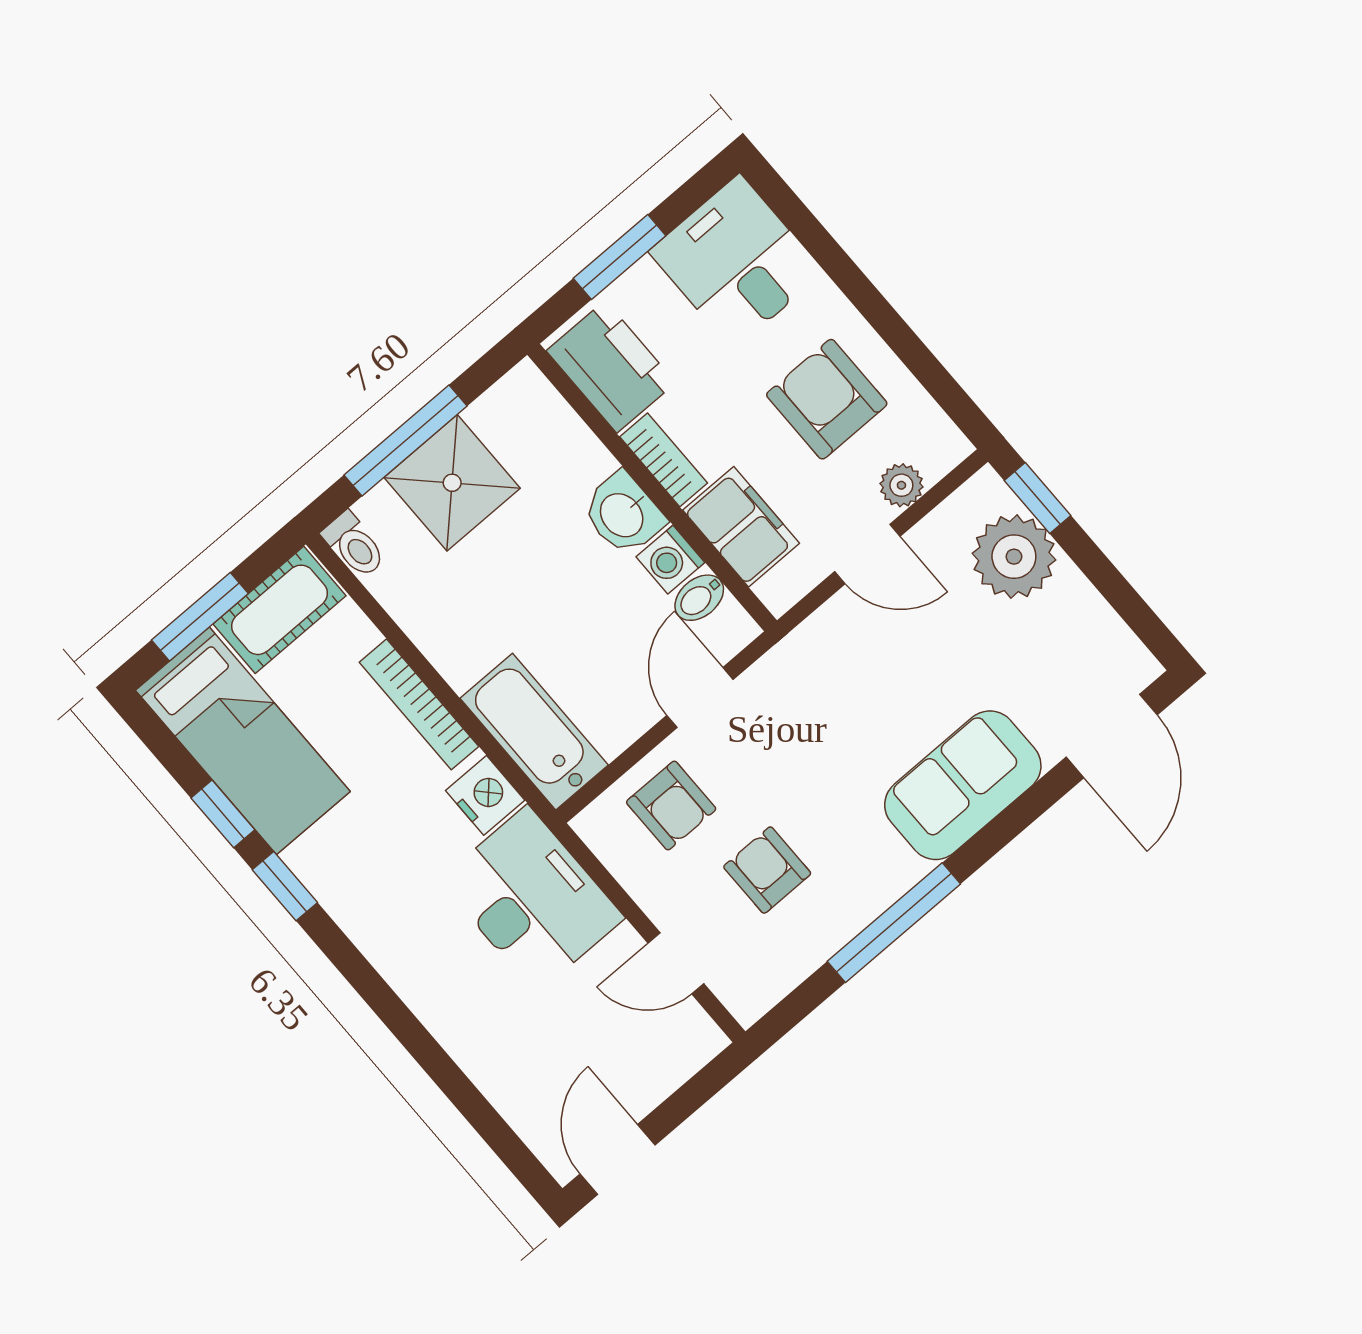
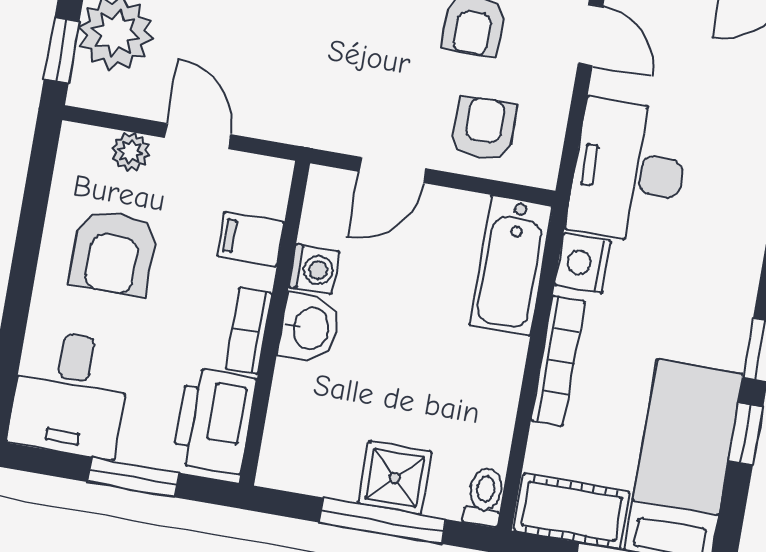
shower: (452, 483) -> (395, 478), width x0.73, depth x0.73
filing cabinet: (741, 527) -> (251, 239), width x0.50
bidet: (699, 598) -> (324, 228), removed

